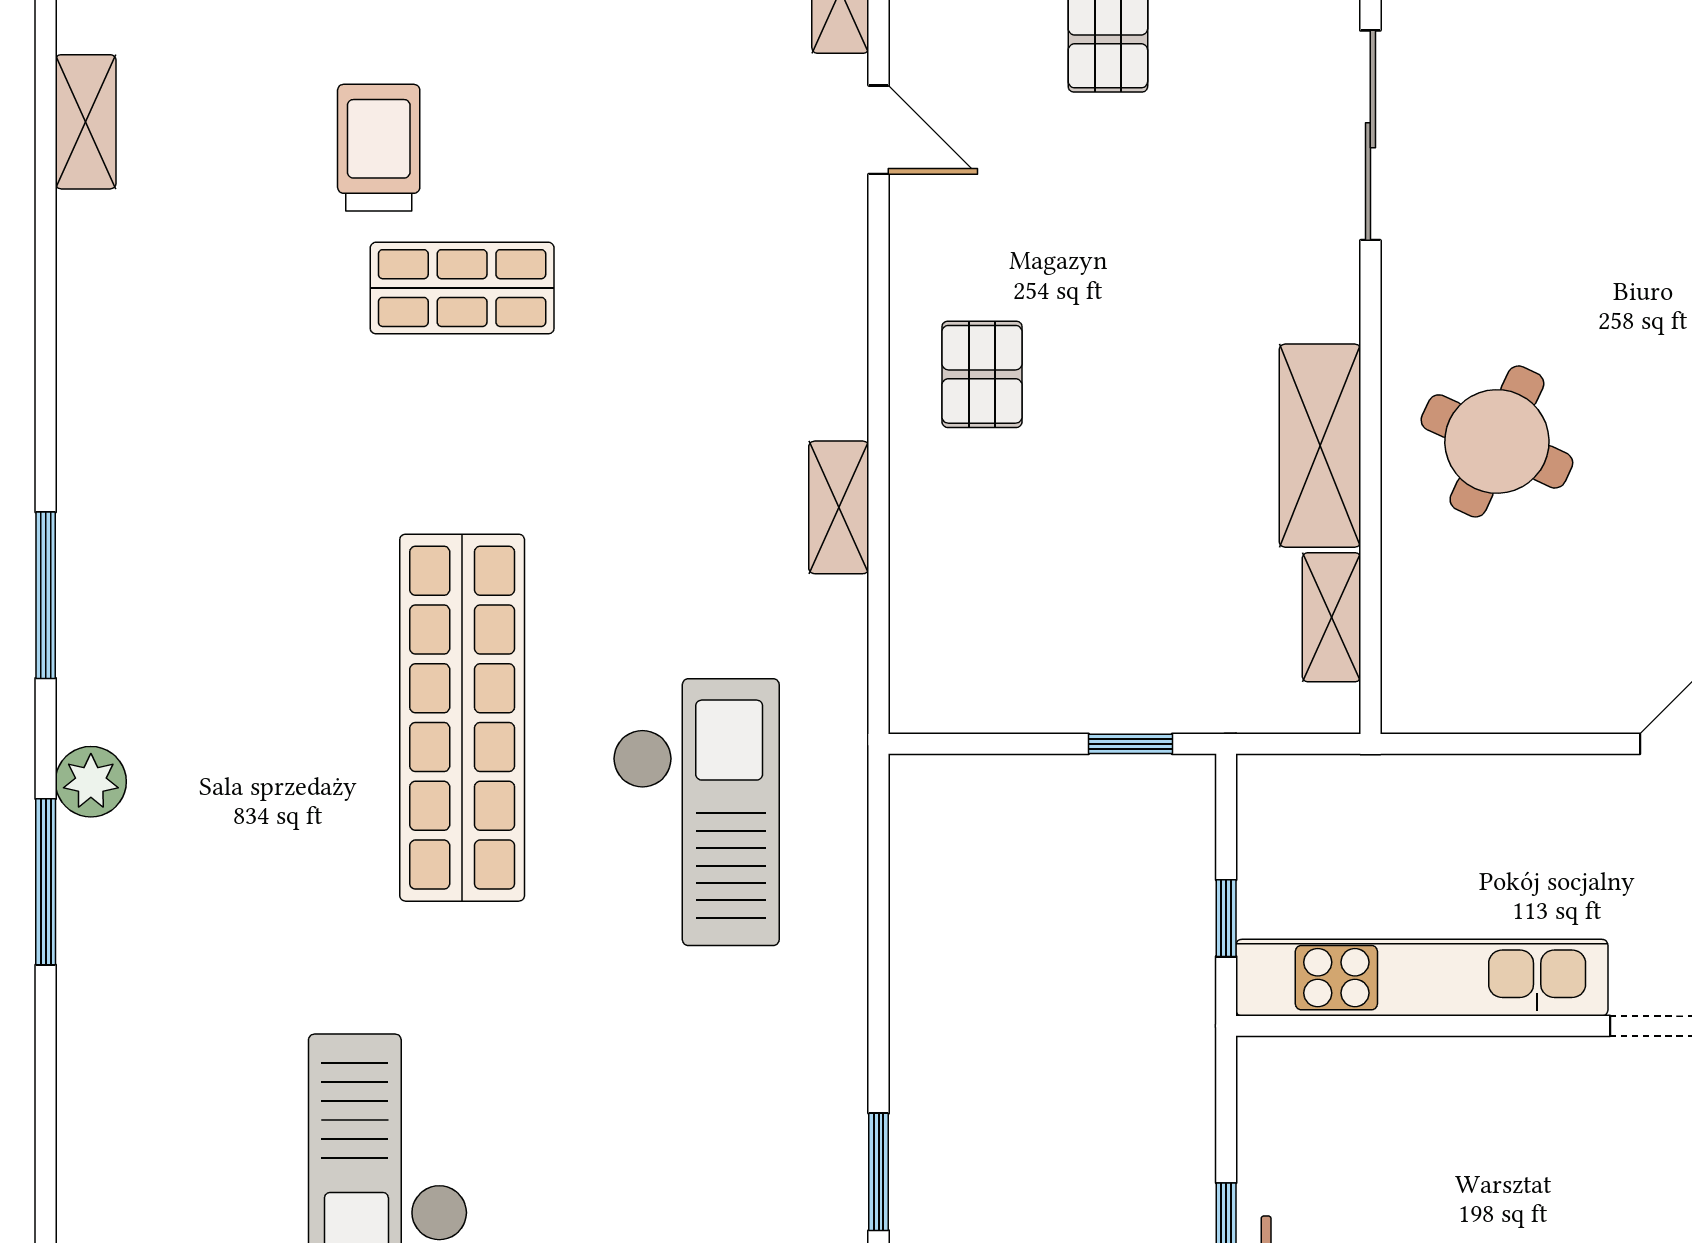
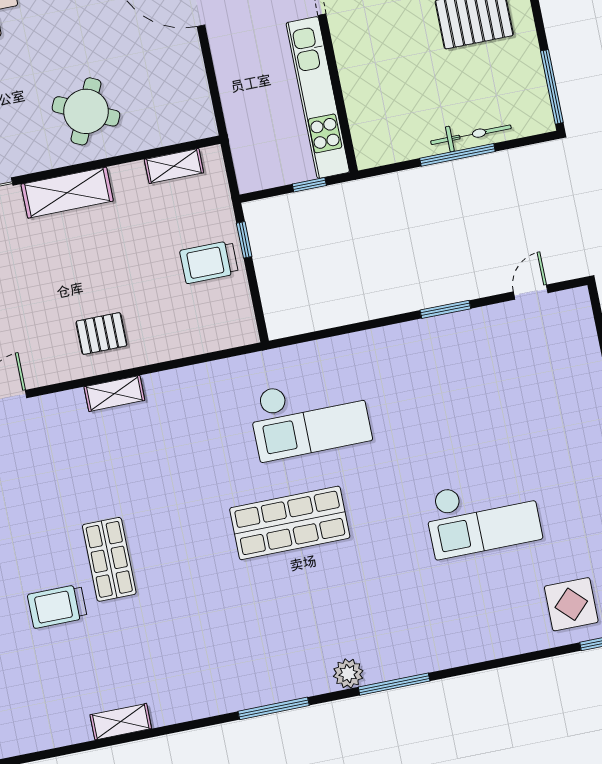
shelving: (86, 122) -> (121, 722), moved
shelving: (1320, 446) -> (67, 193), moved
shelving: (839, 507) -> (114, 394), moved
trolley: (1096, 653) -> (209, 262), added
shop shelf: (462, 718) -> (290, 523), width x0.71
checkout: (696, 812) -> (310, 417), turned 180

